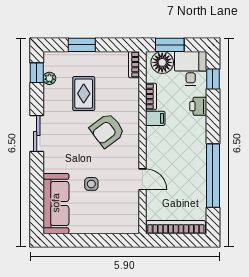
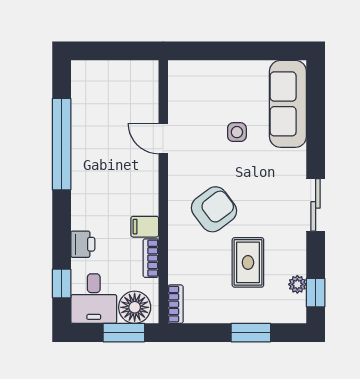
bookcase: (176, 227) -> (115, 70), removed

